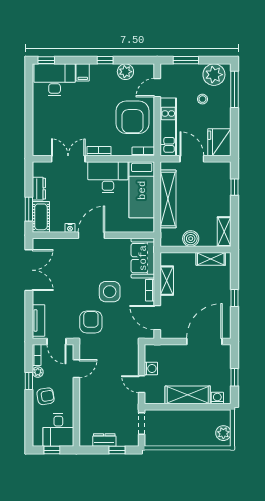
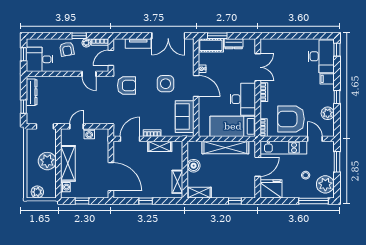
sofa: (143, 258) -> (185, 117), moved, turned -90
side table: (110, 292) -> (166, 84), moved
tv unit: (39, 320) -> (138, 43), moved
plant: (185, 421) -> (47, 161), added
dresser: (104, 440) -> (32, 92), width x1.44

